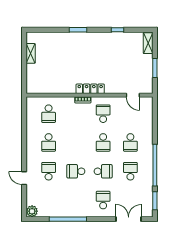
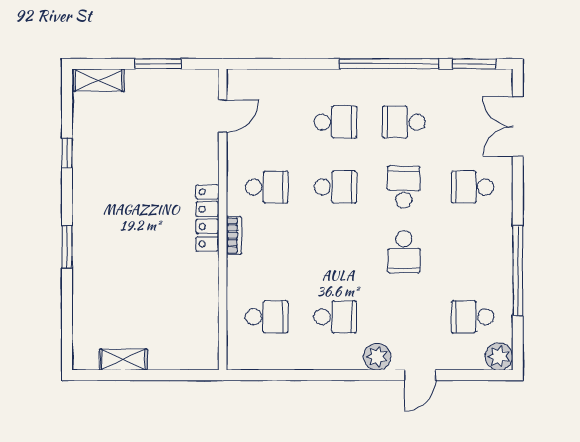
school desk: (103, 114) -> (267, 187), turned 180
plant: (32, 160) -> (377, 357), added
school desk: (49, 171) -> (472, 317), moved

